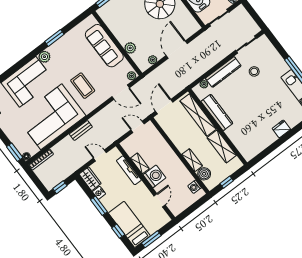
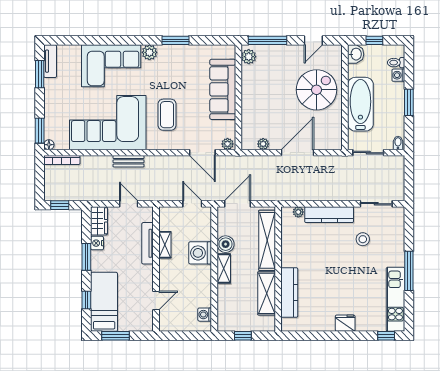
plant: (130, 48) -> (249, 57), moved
kitchen counter: (217, 112) -> (289, 293), moved
shelving: (192, 160) -> (224, 269), moved
boiler: (204, 174) -> (226, 244), moved
washing machine: (154, 176) -> (200, 253), moved, turned 180

